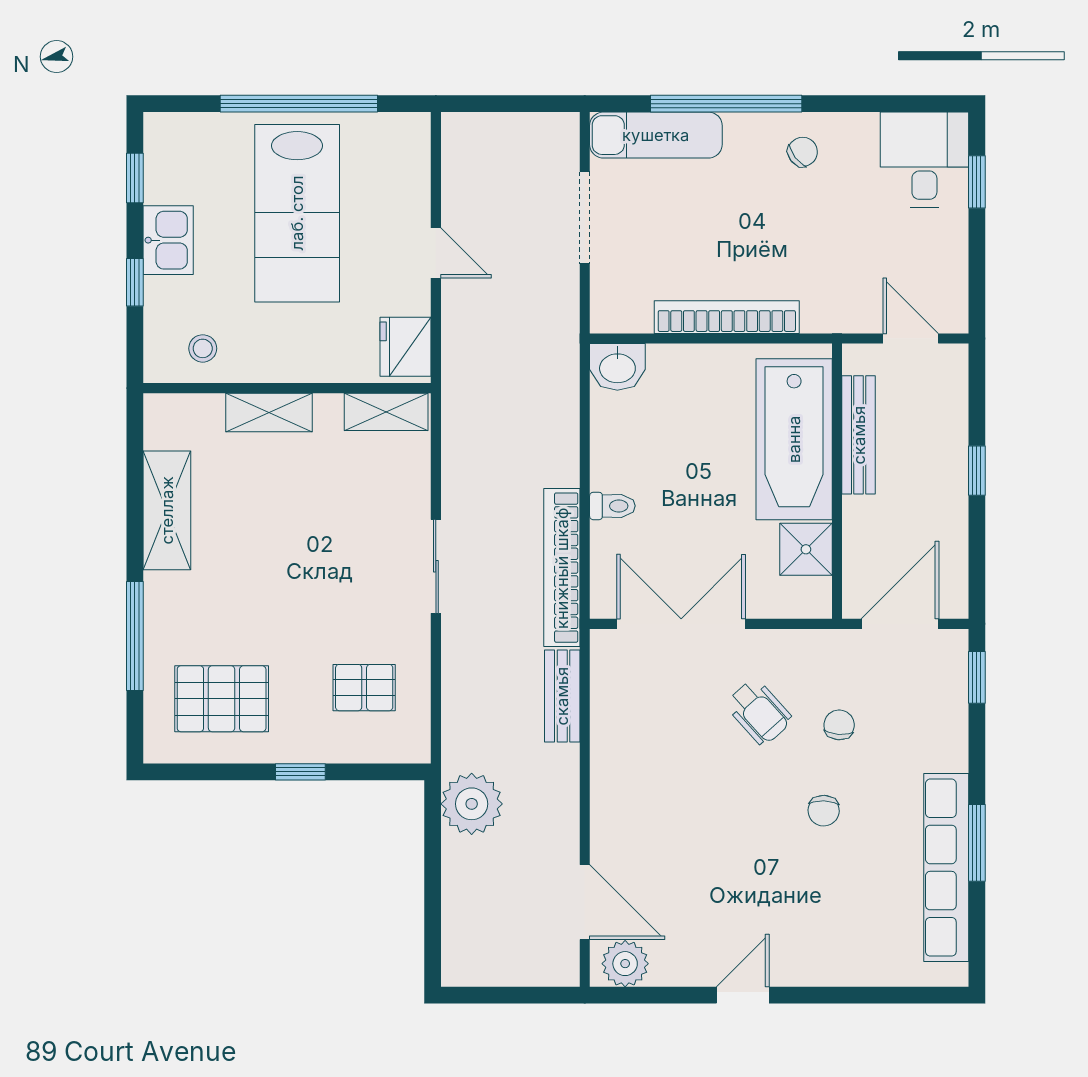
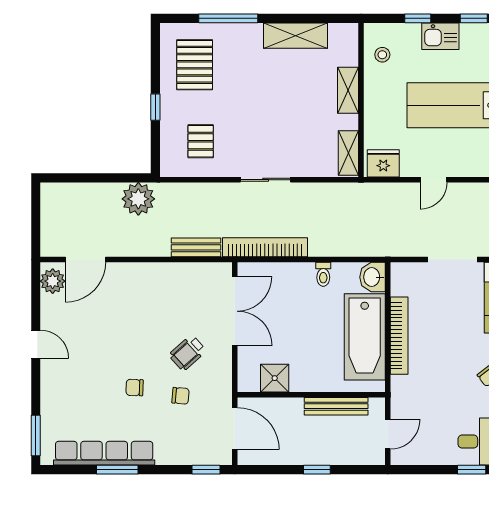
bathtub: (794, 439) -> (365, 337), moved, turned -90
toilet: (612, 506) -> (323, 274), moved
window: (913, 995) -> (36, 436), added

